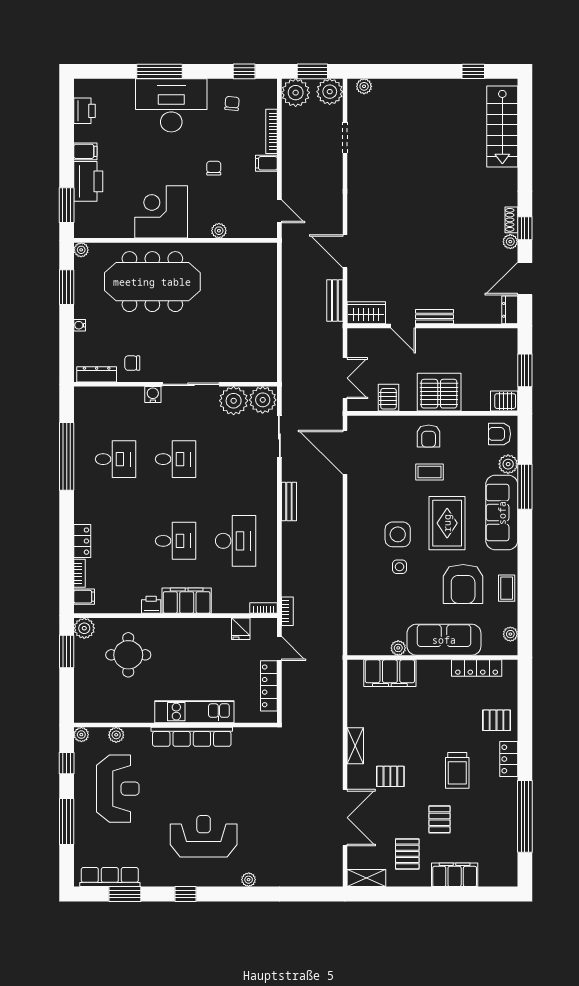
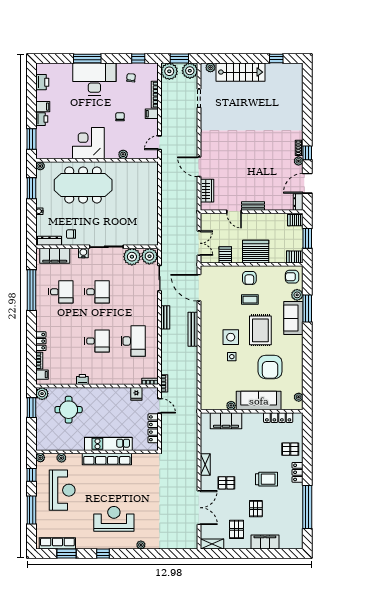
stairs: (502, 126) -> (240, 72), moved, turned -90
printer: (88, 181) -> (42, 119), width x0.53, depth x0.68
door: (279, 211) -> (160, 143), swing flipped
bench: (335, 300) -> (193, 329), moved, width x1.36
wardrobe: (366, 313) -> (207, 191), moved, turned 90
server rack: (505, 340) -> (295, 220), added
sofa: (502, 513) -> (293, 318), width x0.73
coffee table: (507, 588) -> (296, 369), removed
filing cabinet: (187, 601) -> (55, 256), moved, turned 180
trolley: (457, 770) -> (267, 479), turned -90

